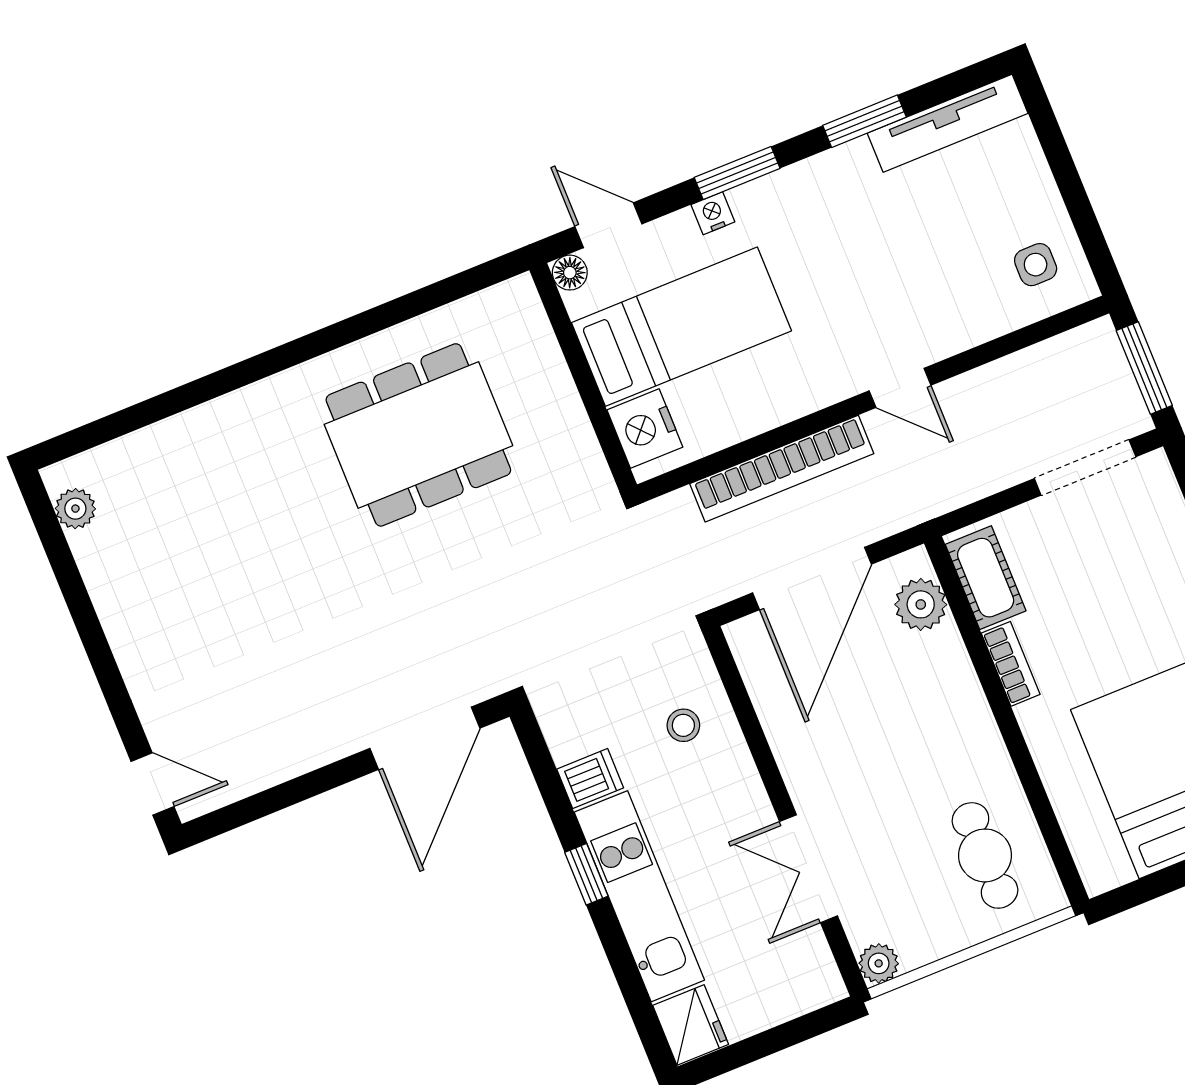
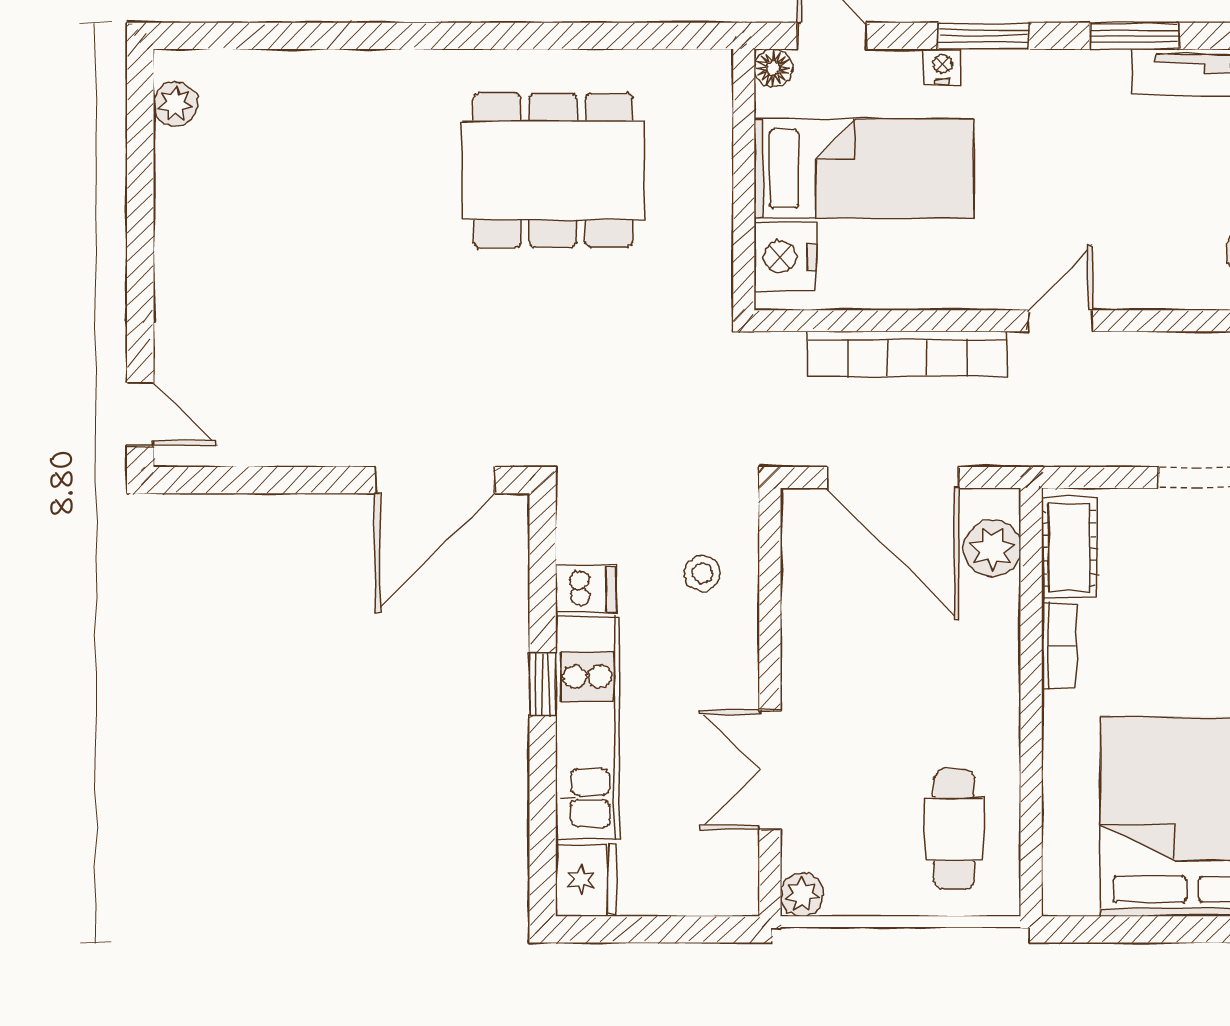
door: (900, 388) -> (1060, 321), swing flipped
door: (812, 578) -> (893, 477), hinge flipped

